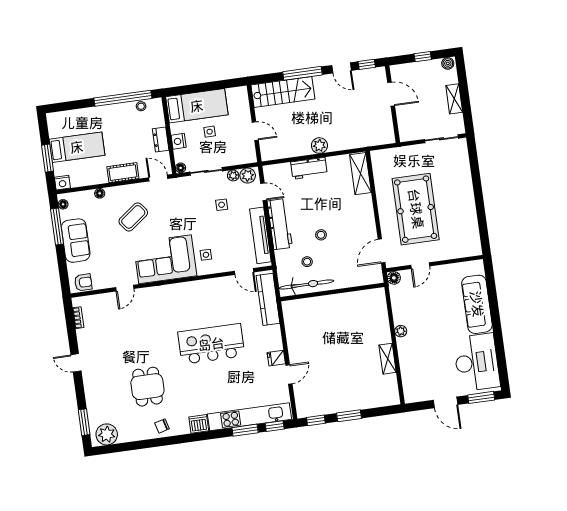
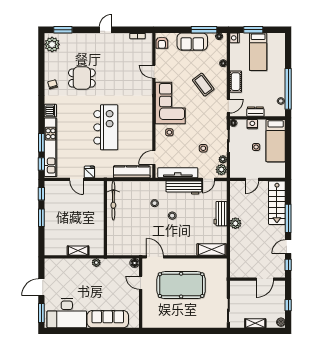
bicycle: (306, 284) -> (113, 201), moved
wall: (332, 292) -> (105, 218), moved

